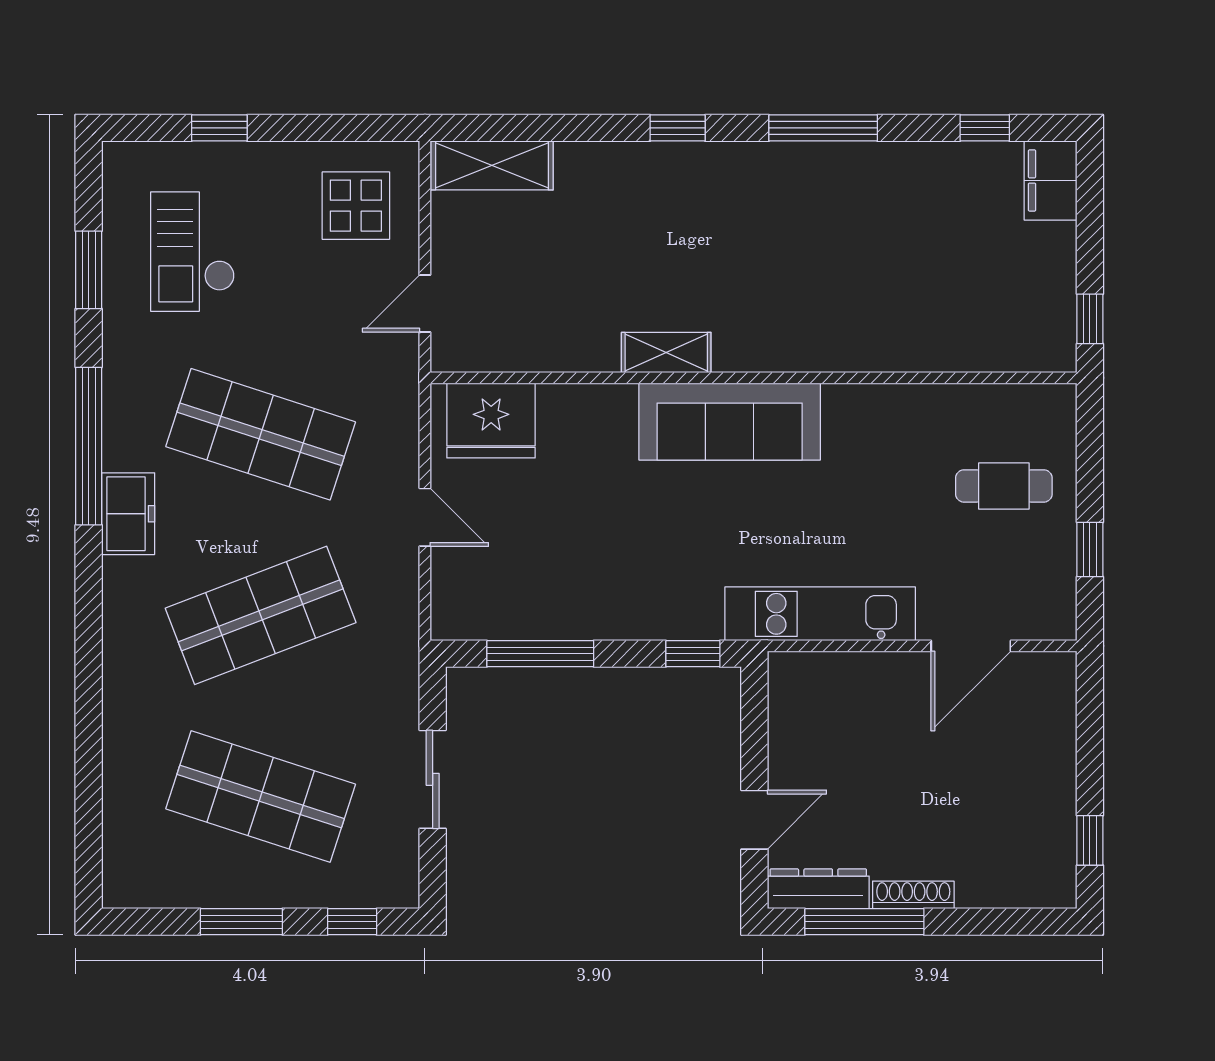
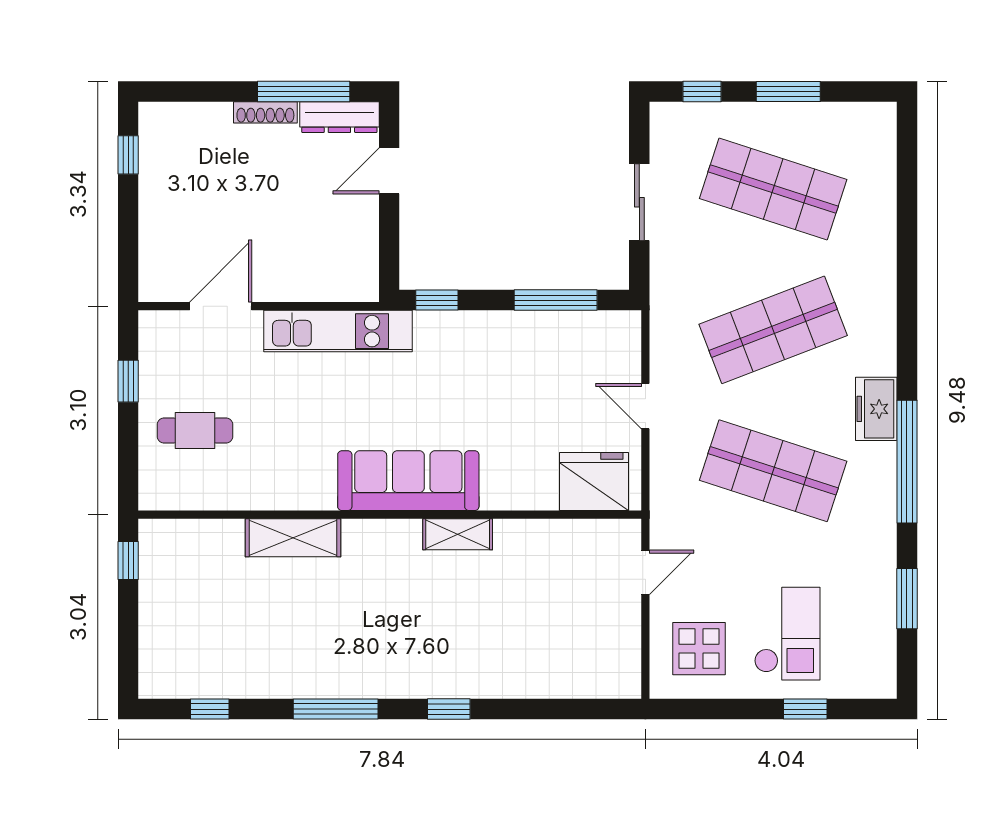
shelving: (492, 165) -> (293, 538), moved
filing cabinet: (1050, 180) -> (159, 668), removed
checkout: (193, 252) -> (787, 634), moved

